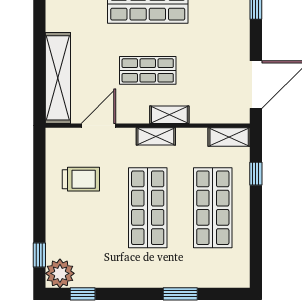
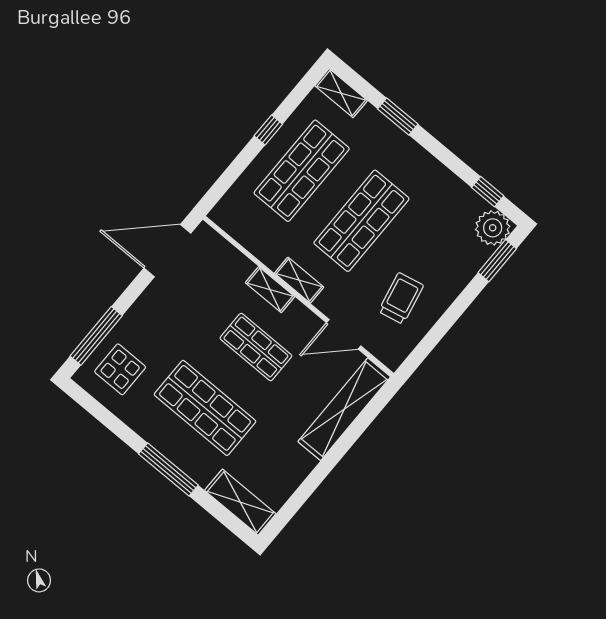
shelving: (229, 137) -> (341, 93), moved
window: (256, 174) -> (268, 130), moved
trolley: (81, 179) -> (401, 298), turned 78
window: (39, 255) -> (497, 261), width x1.50

